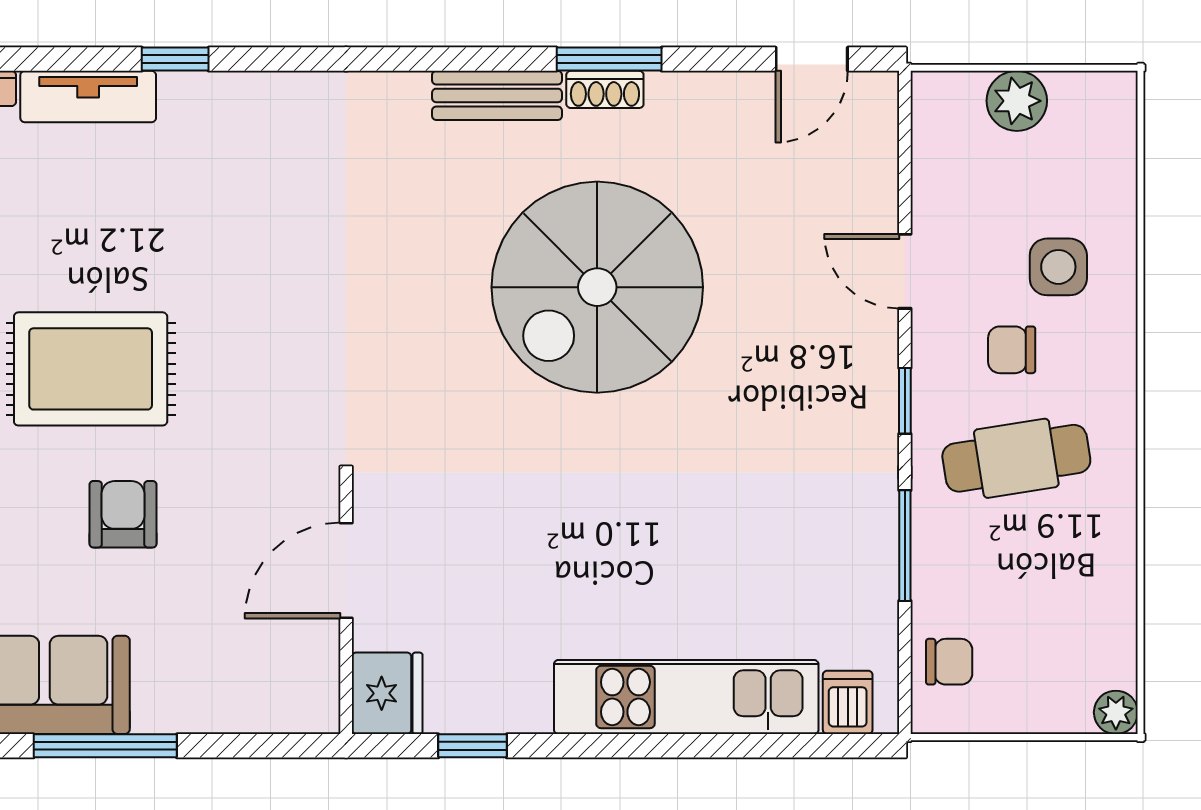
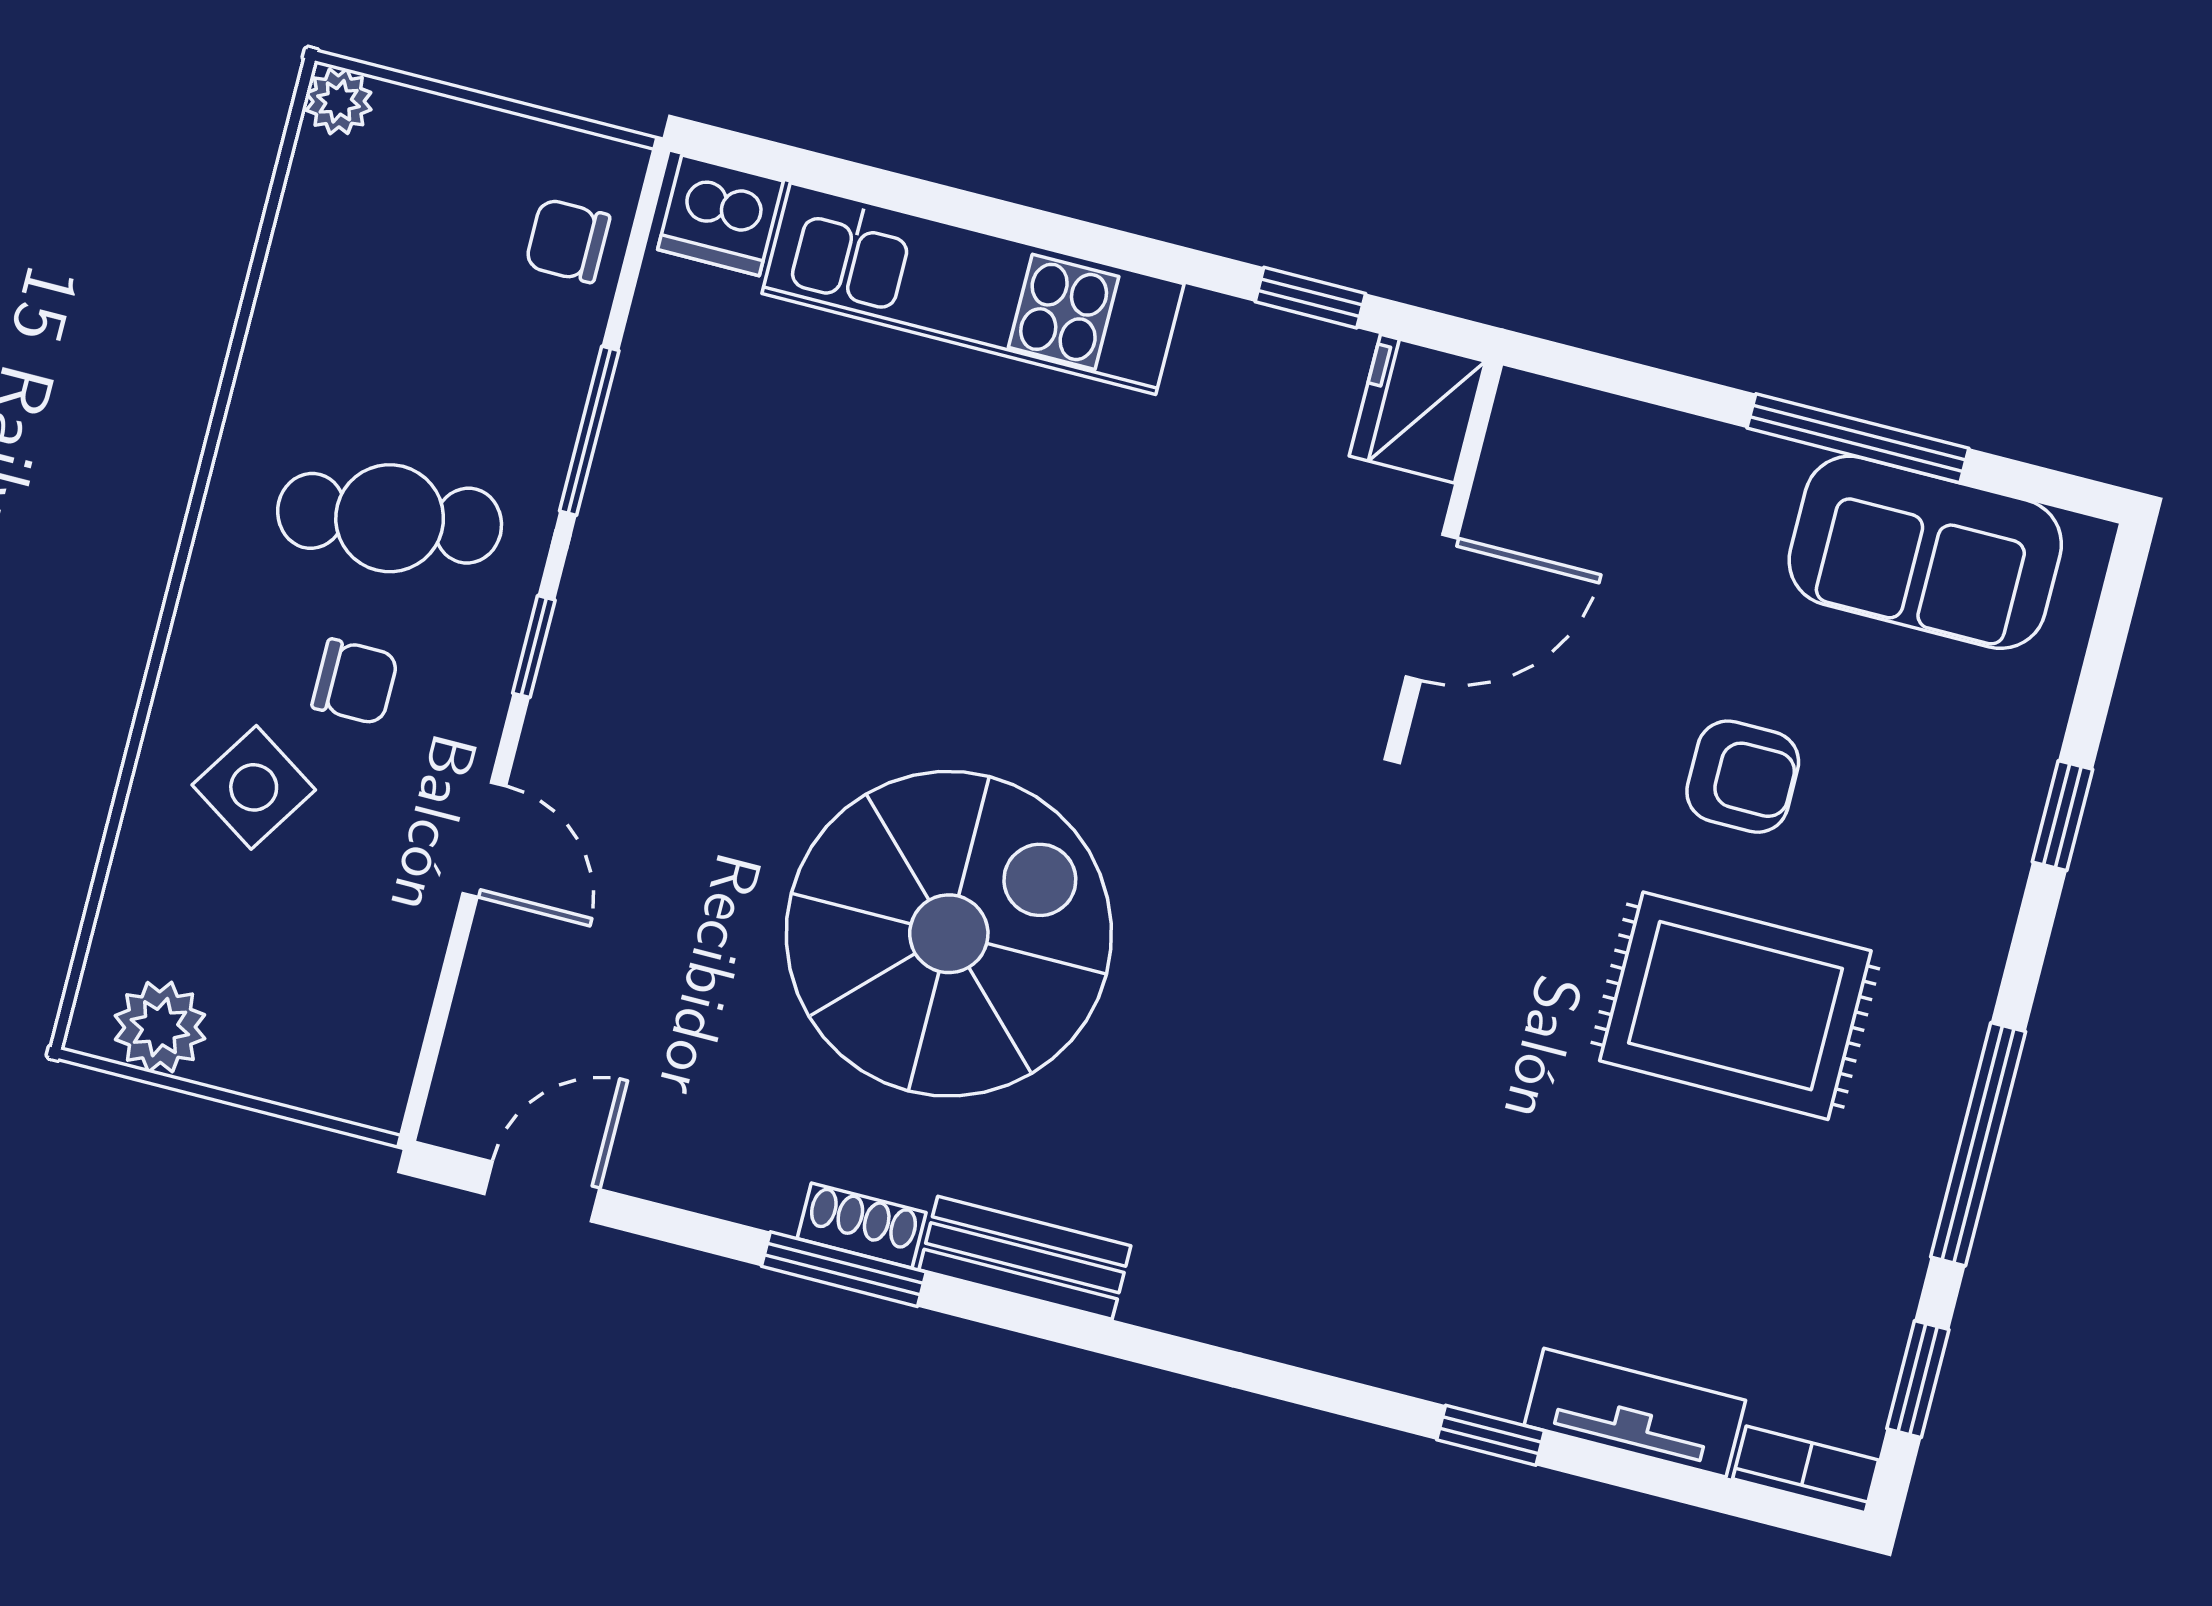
plant: (1017, 101) -> (160, 1027), moved
side table: (1058, 267) -> (254, 787), turned 33
armchair: (123, 514) -> (1743, 777), turned -90
dishwasher: (848, 702) -> (721, 215), width x1.38

